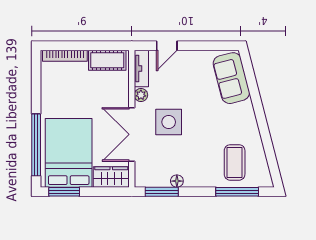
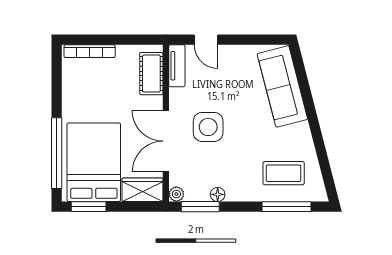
door: (167, 46) -> (206, 40), hinge flipped
cot: (107, 60) -> (151, 74), moved, turned 90
sofa: (231, 78) -> (282, 86), width x1.36
plant: (141, 95) -> (176, 194), moved
coffee table: (235, 162) -> (284, 173), turned 90

